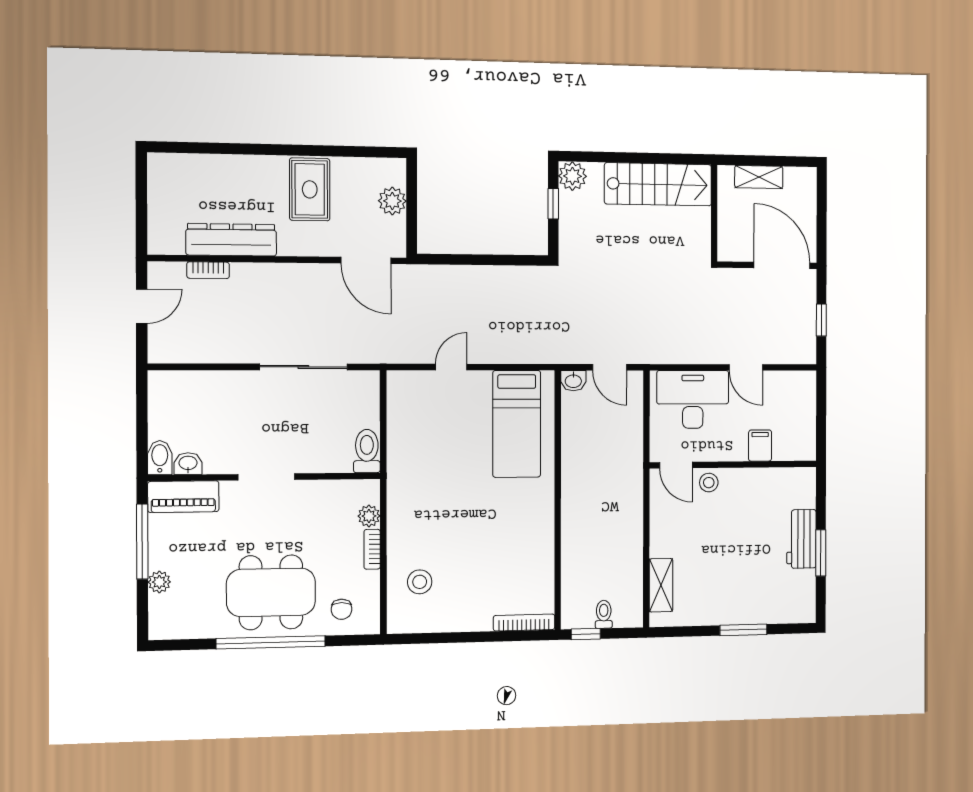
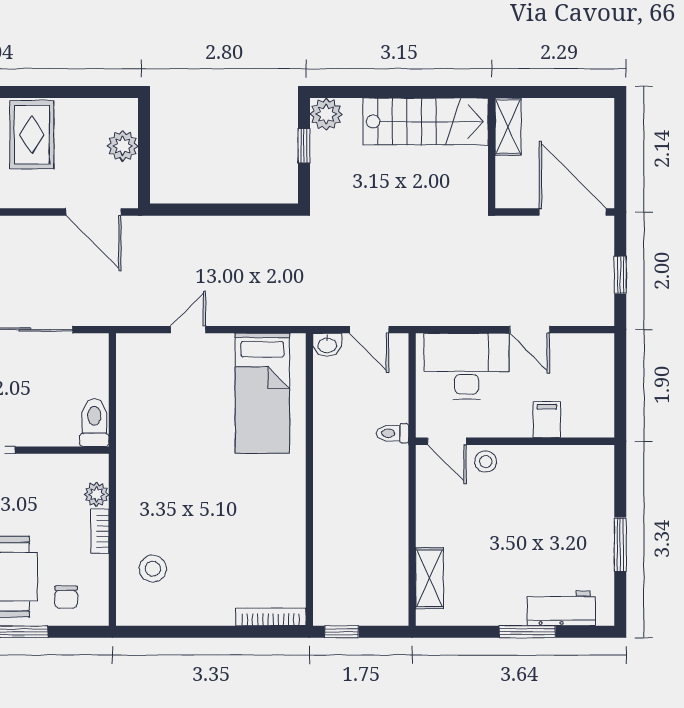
shelving: (759, 177) -> (508, 127), moved, turned 90
workbench: (801, 539) -> (561, 608), moved, turned 90
toilet: (604, 614) -> (393, 433), moved, turned -90

